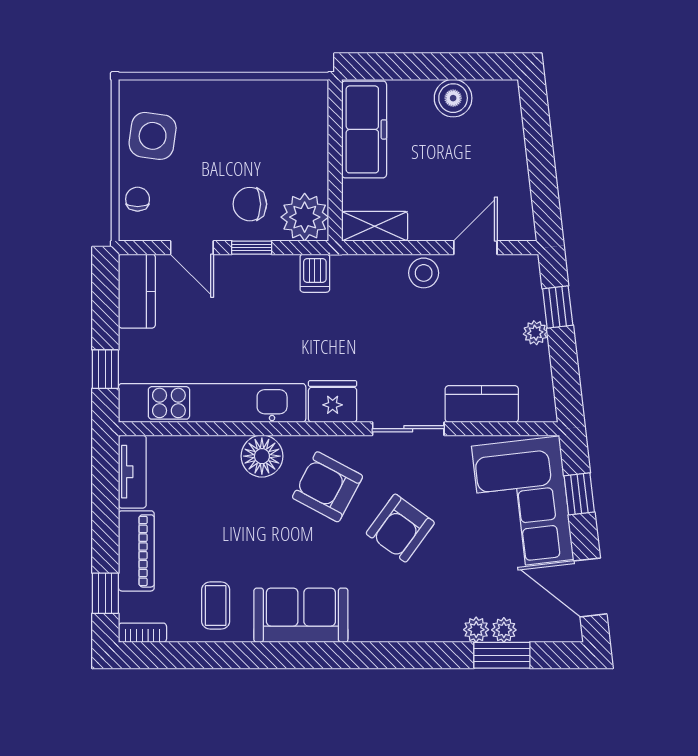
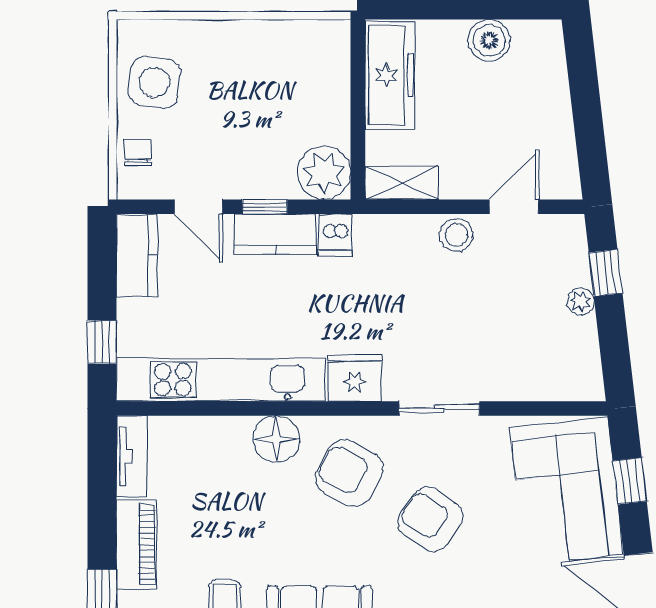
chair: (250, 204) -> (263, 158), removed
kitchen counter: (482, 404) -> (275, 234), moved, turned 180
armchair: (400, 528) -> (430, 519), turned 88

